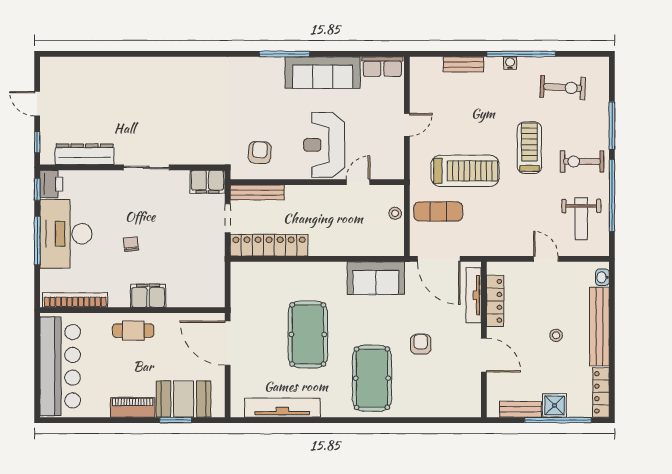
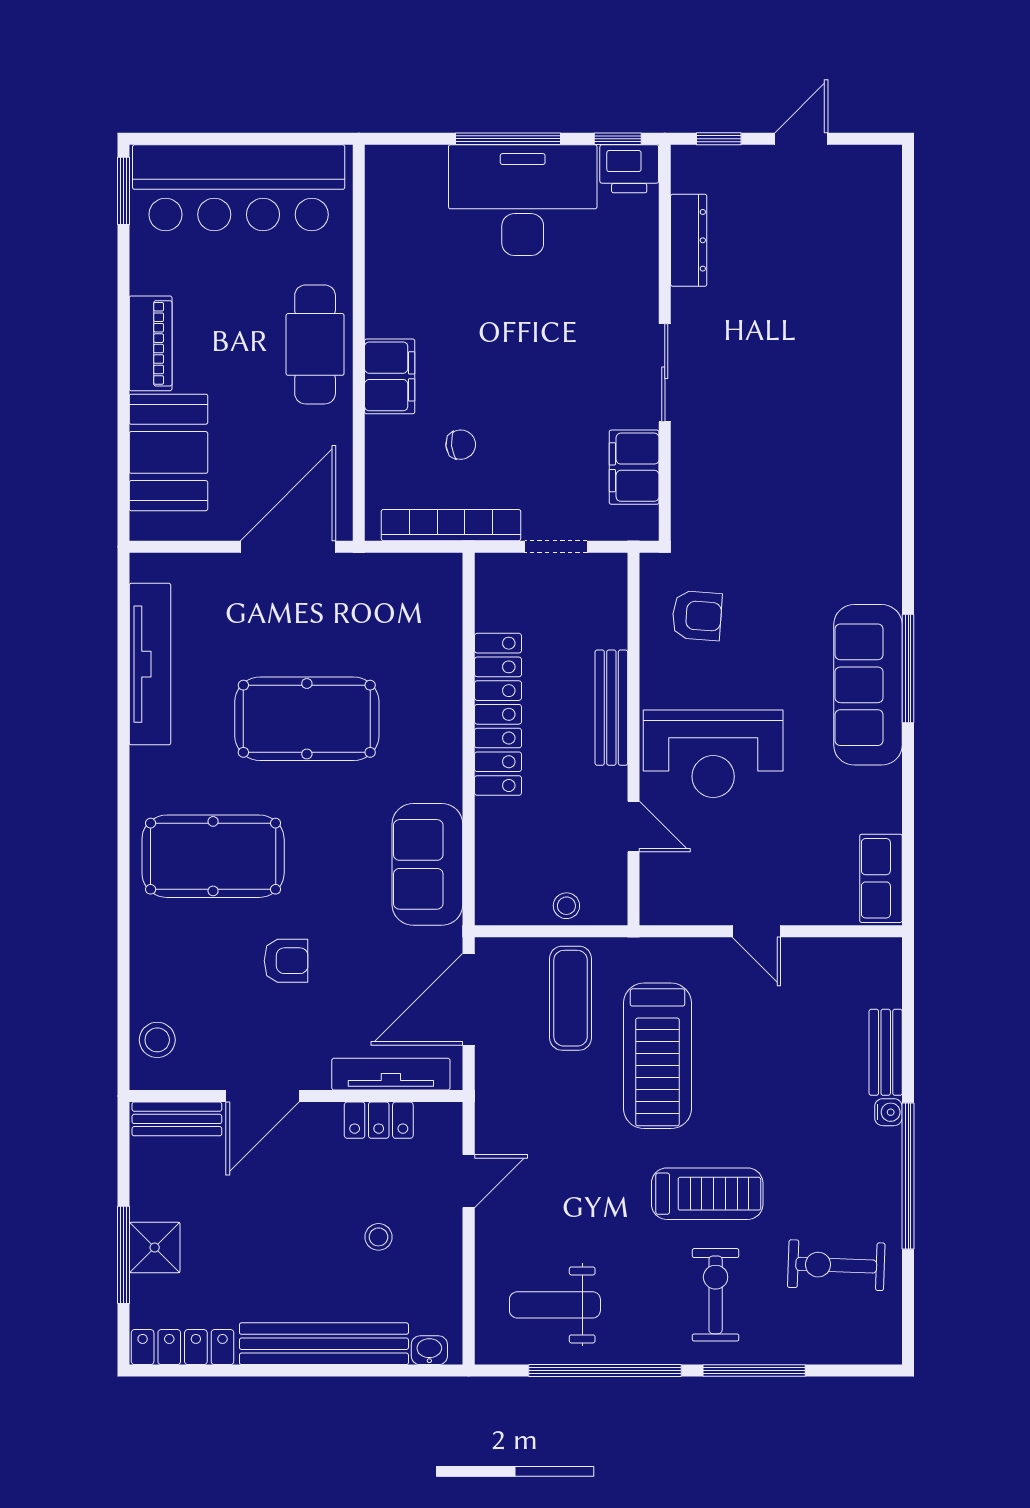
water cooler: (510, 63) -> (888, 1112), moved
sofa: (323, 73) -> (868, 685), moved
exercise bike: (563, 87) -> (836, 1265), turned 89
reception desk: (324, 145) -> (713, 754), turned 180
dresser: (85, 154) -> (689, 240), width x0.73, depth x0.80
exercise bike: (582, 162) -> (716, 1295), moved
filing cabinet: (207, 182) -> (634, 467), moved
bench: (257, 192) -> (611, 708), moved
chair: (131, 244) -> (461, 445), moved
locker: (269, 245) -> (498, 714), moved
door: (546, 259) -> (469, 1181), moved
bookcase: (75, 300) -> (451, 525), moved, turned -90
locker: (495, 301) -> (379, 1120), width x0.66
cafe table: (133, 331) -> (315, 344), width x1.37, depth x1.35
stool: (556, 335) -> (378, 1237), moved
stool: (458, 404) -> (157, 1040), added
bench: (520, 409) -> (177, 1119), moved, turned 90
window: (176, 420) -> (123, 191), moved
window: (558, 420) -> (123, 1255), width x0.68

